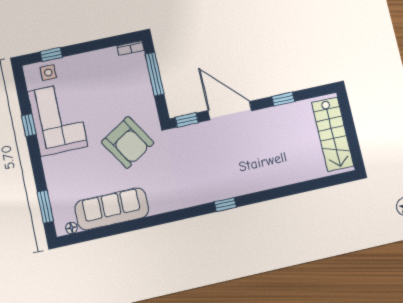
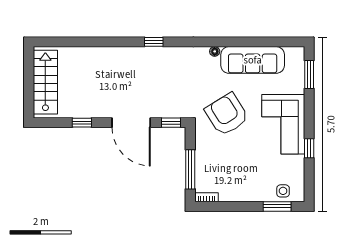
window: (51, 54) -> (277, 206), width x1.50
corner sofa: (58, 119) -> (283, 124), moved
floor lamp: (71, 228) -> (215, 51), moved

